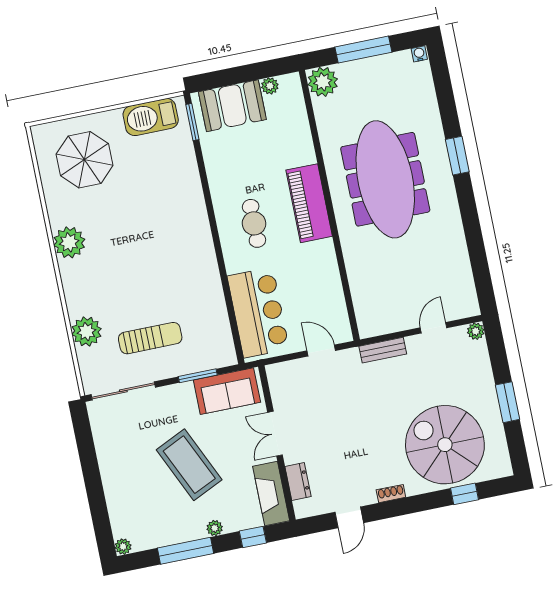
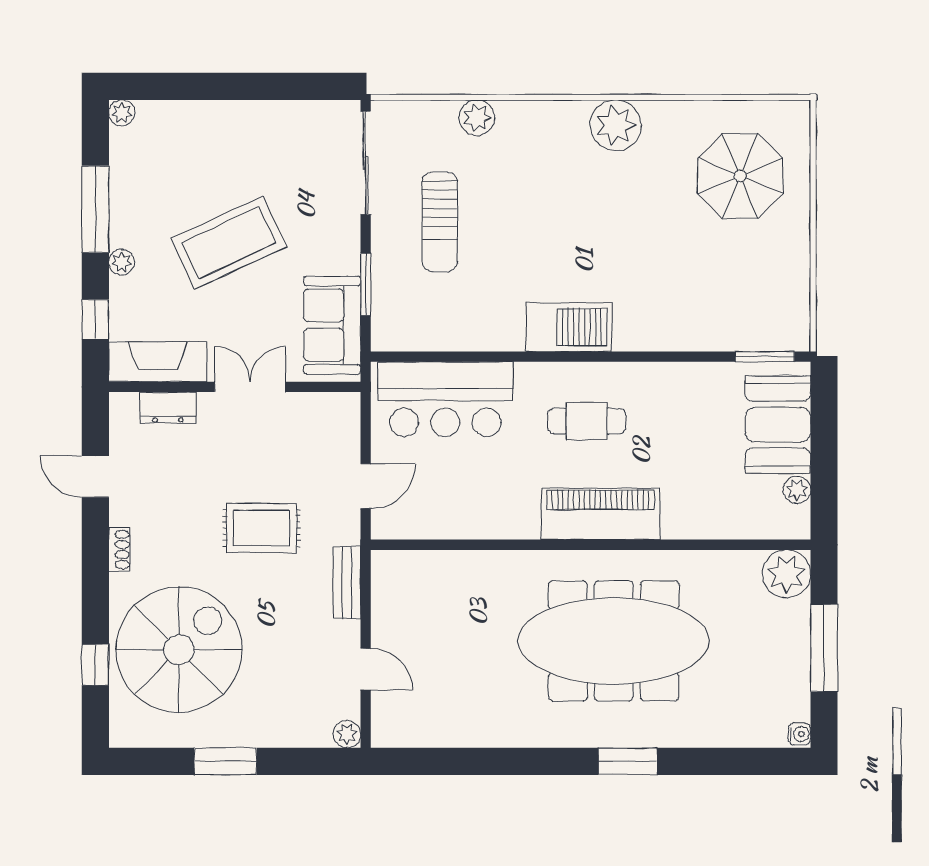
barbecue: (151, 117) -> (569, 327), moved, turned 90
plant: (86, 332) -> (477, 118), width x0.73, depth x0.73
rug: (360, 409) -> (262, 528), added

